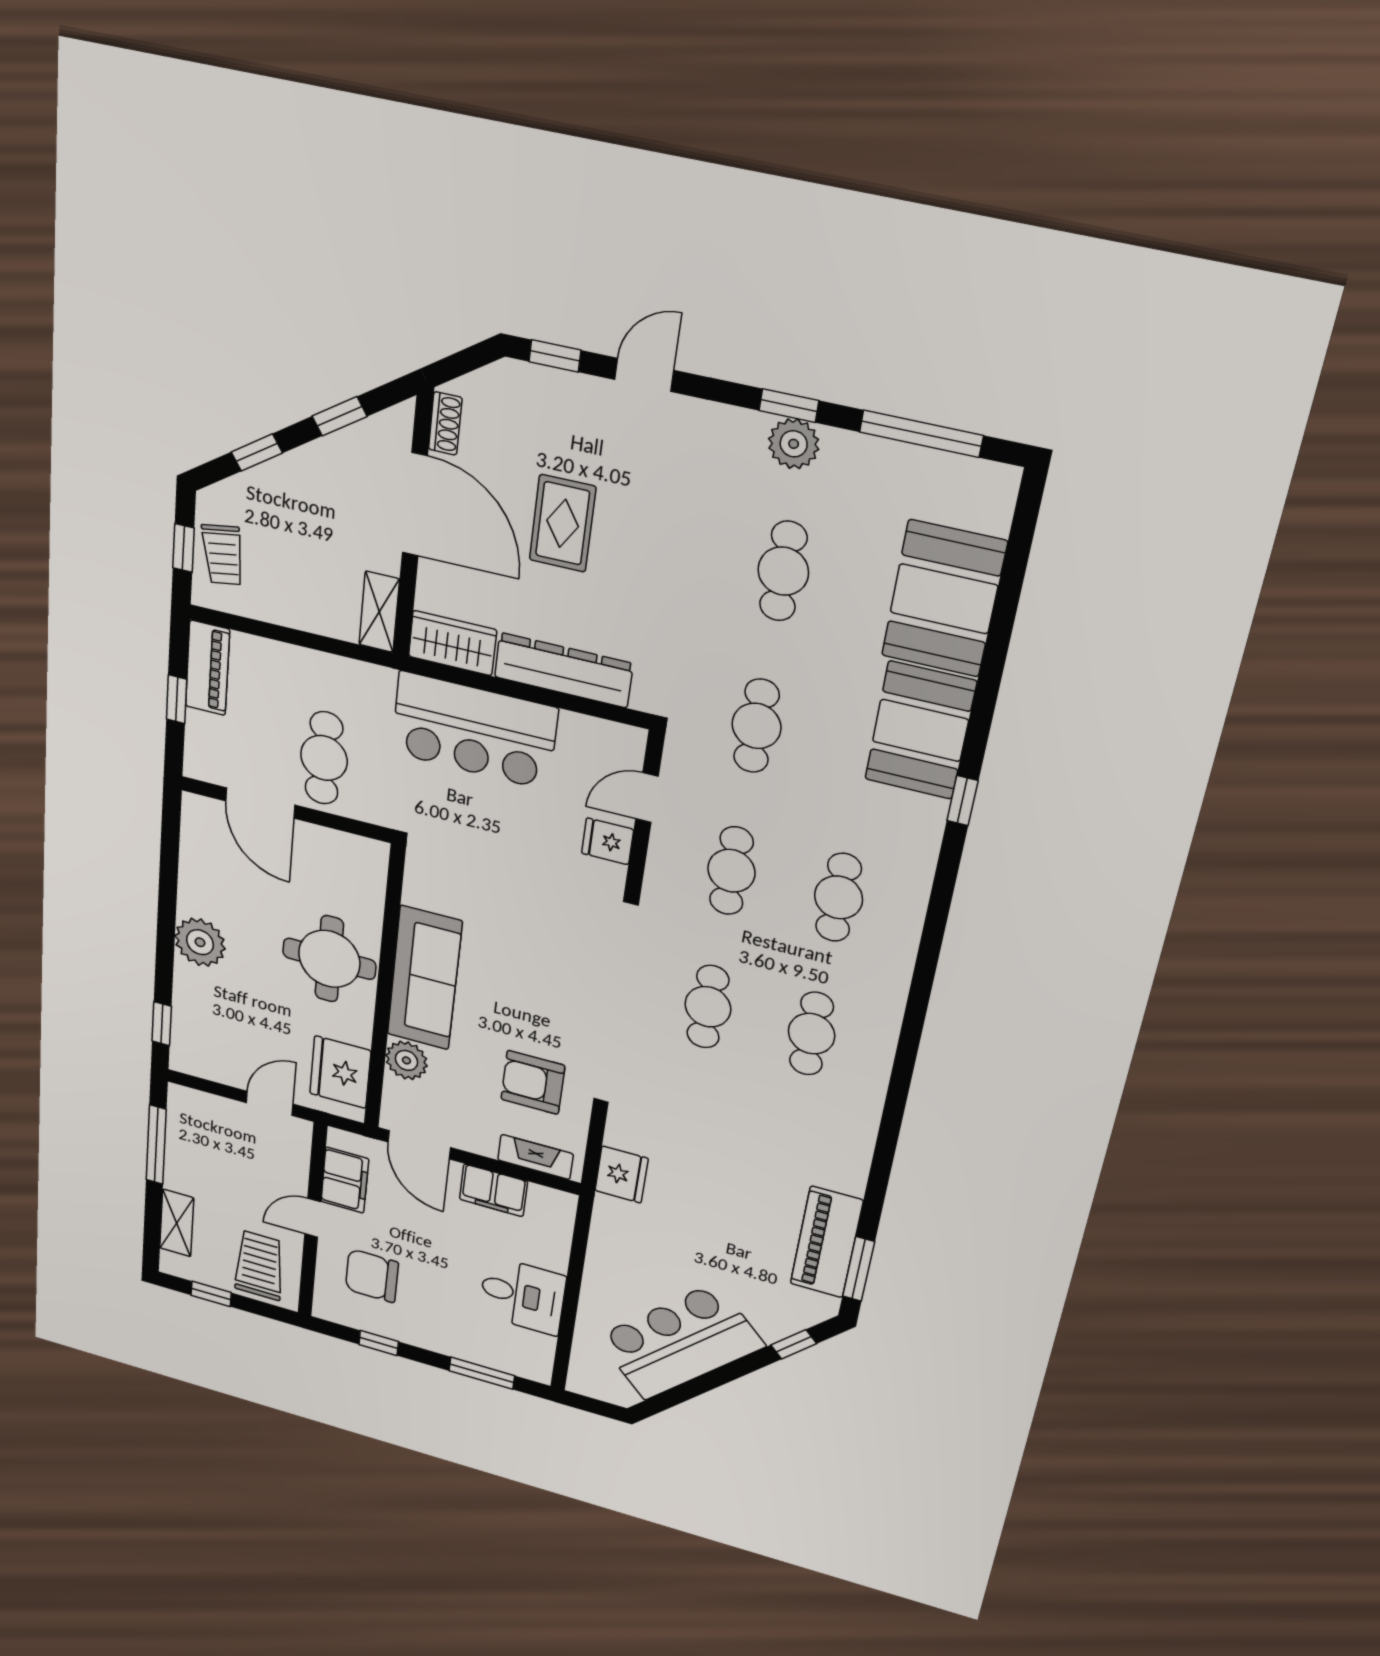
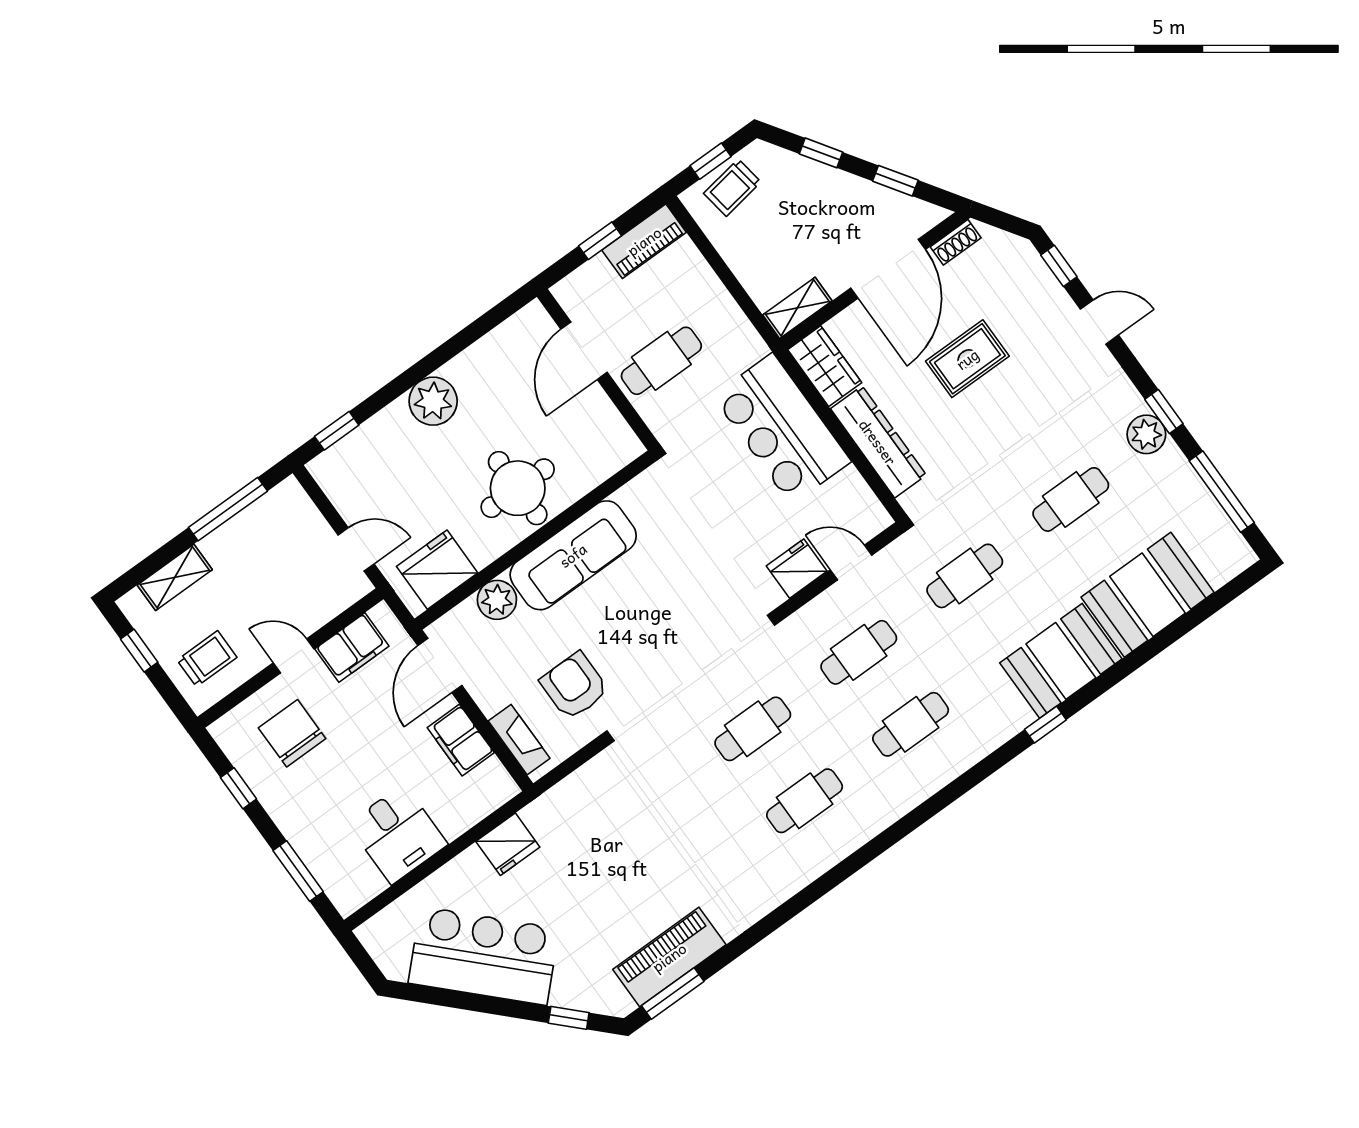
fridge: (608, 841) -> (797, 569), width x1.38
fridge: (622, 1175) -> (508, 844), moved
trolley: (259, 1265) -> (207, 659), width x0.73, depth x0.72

